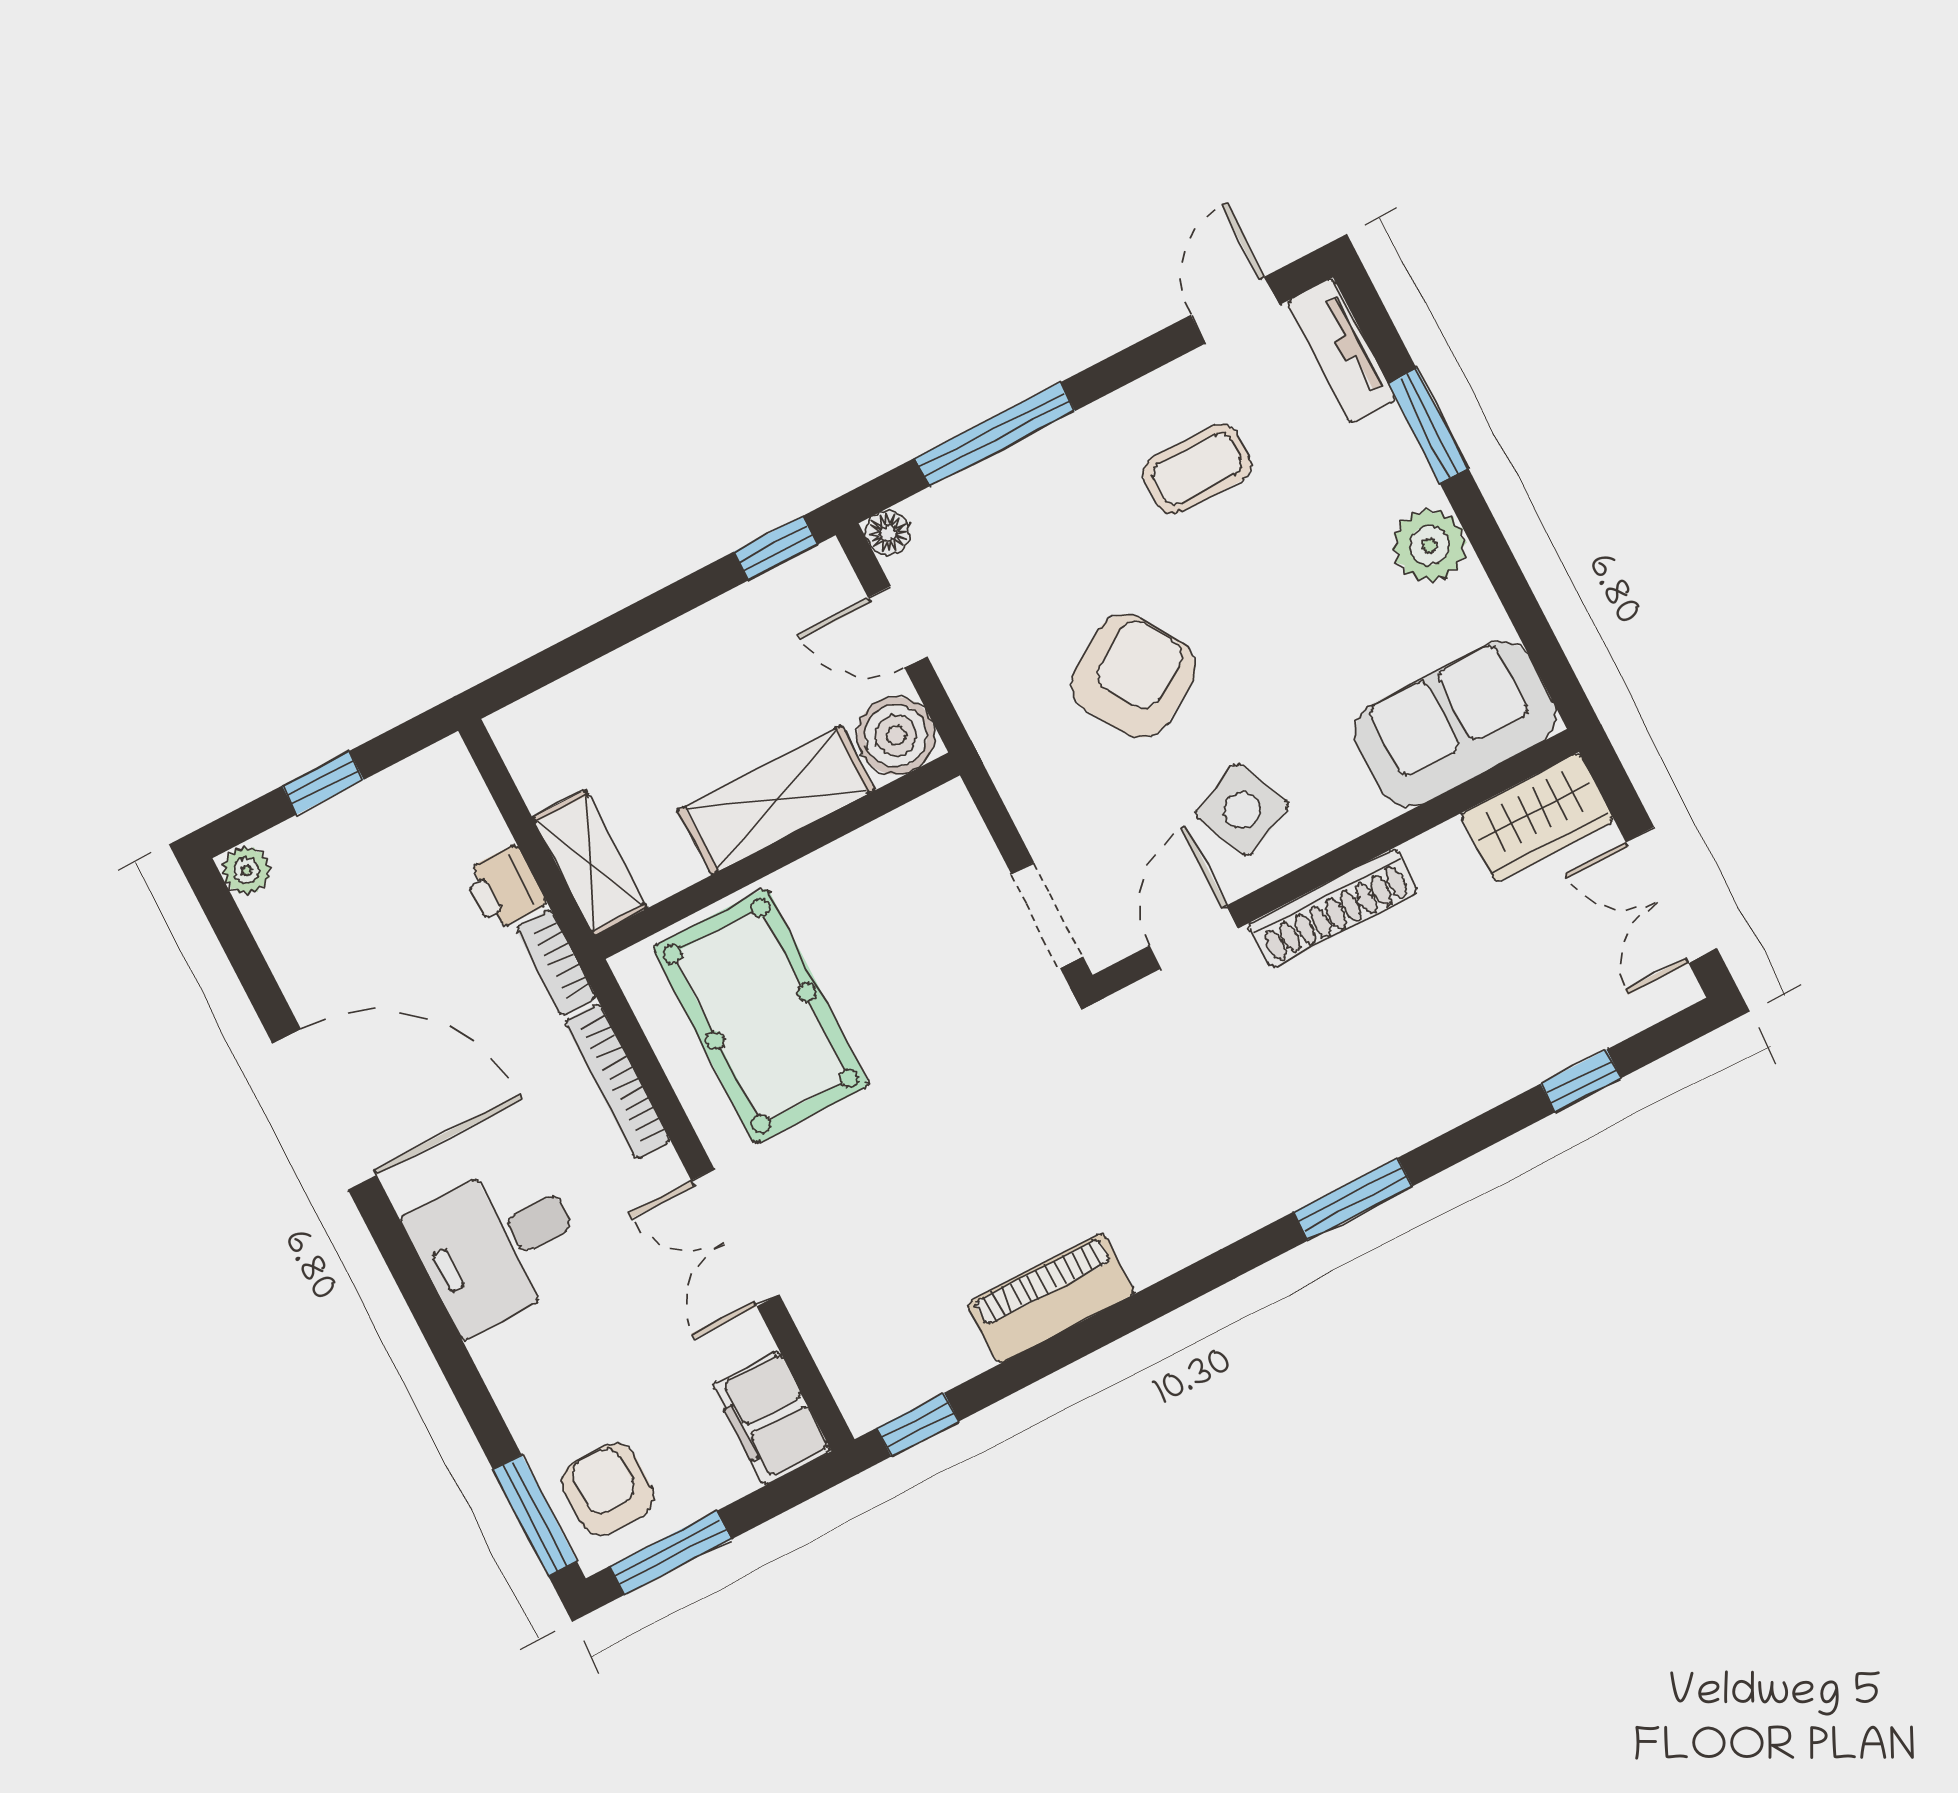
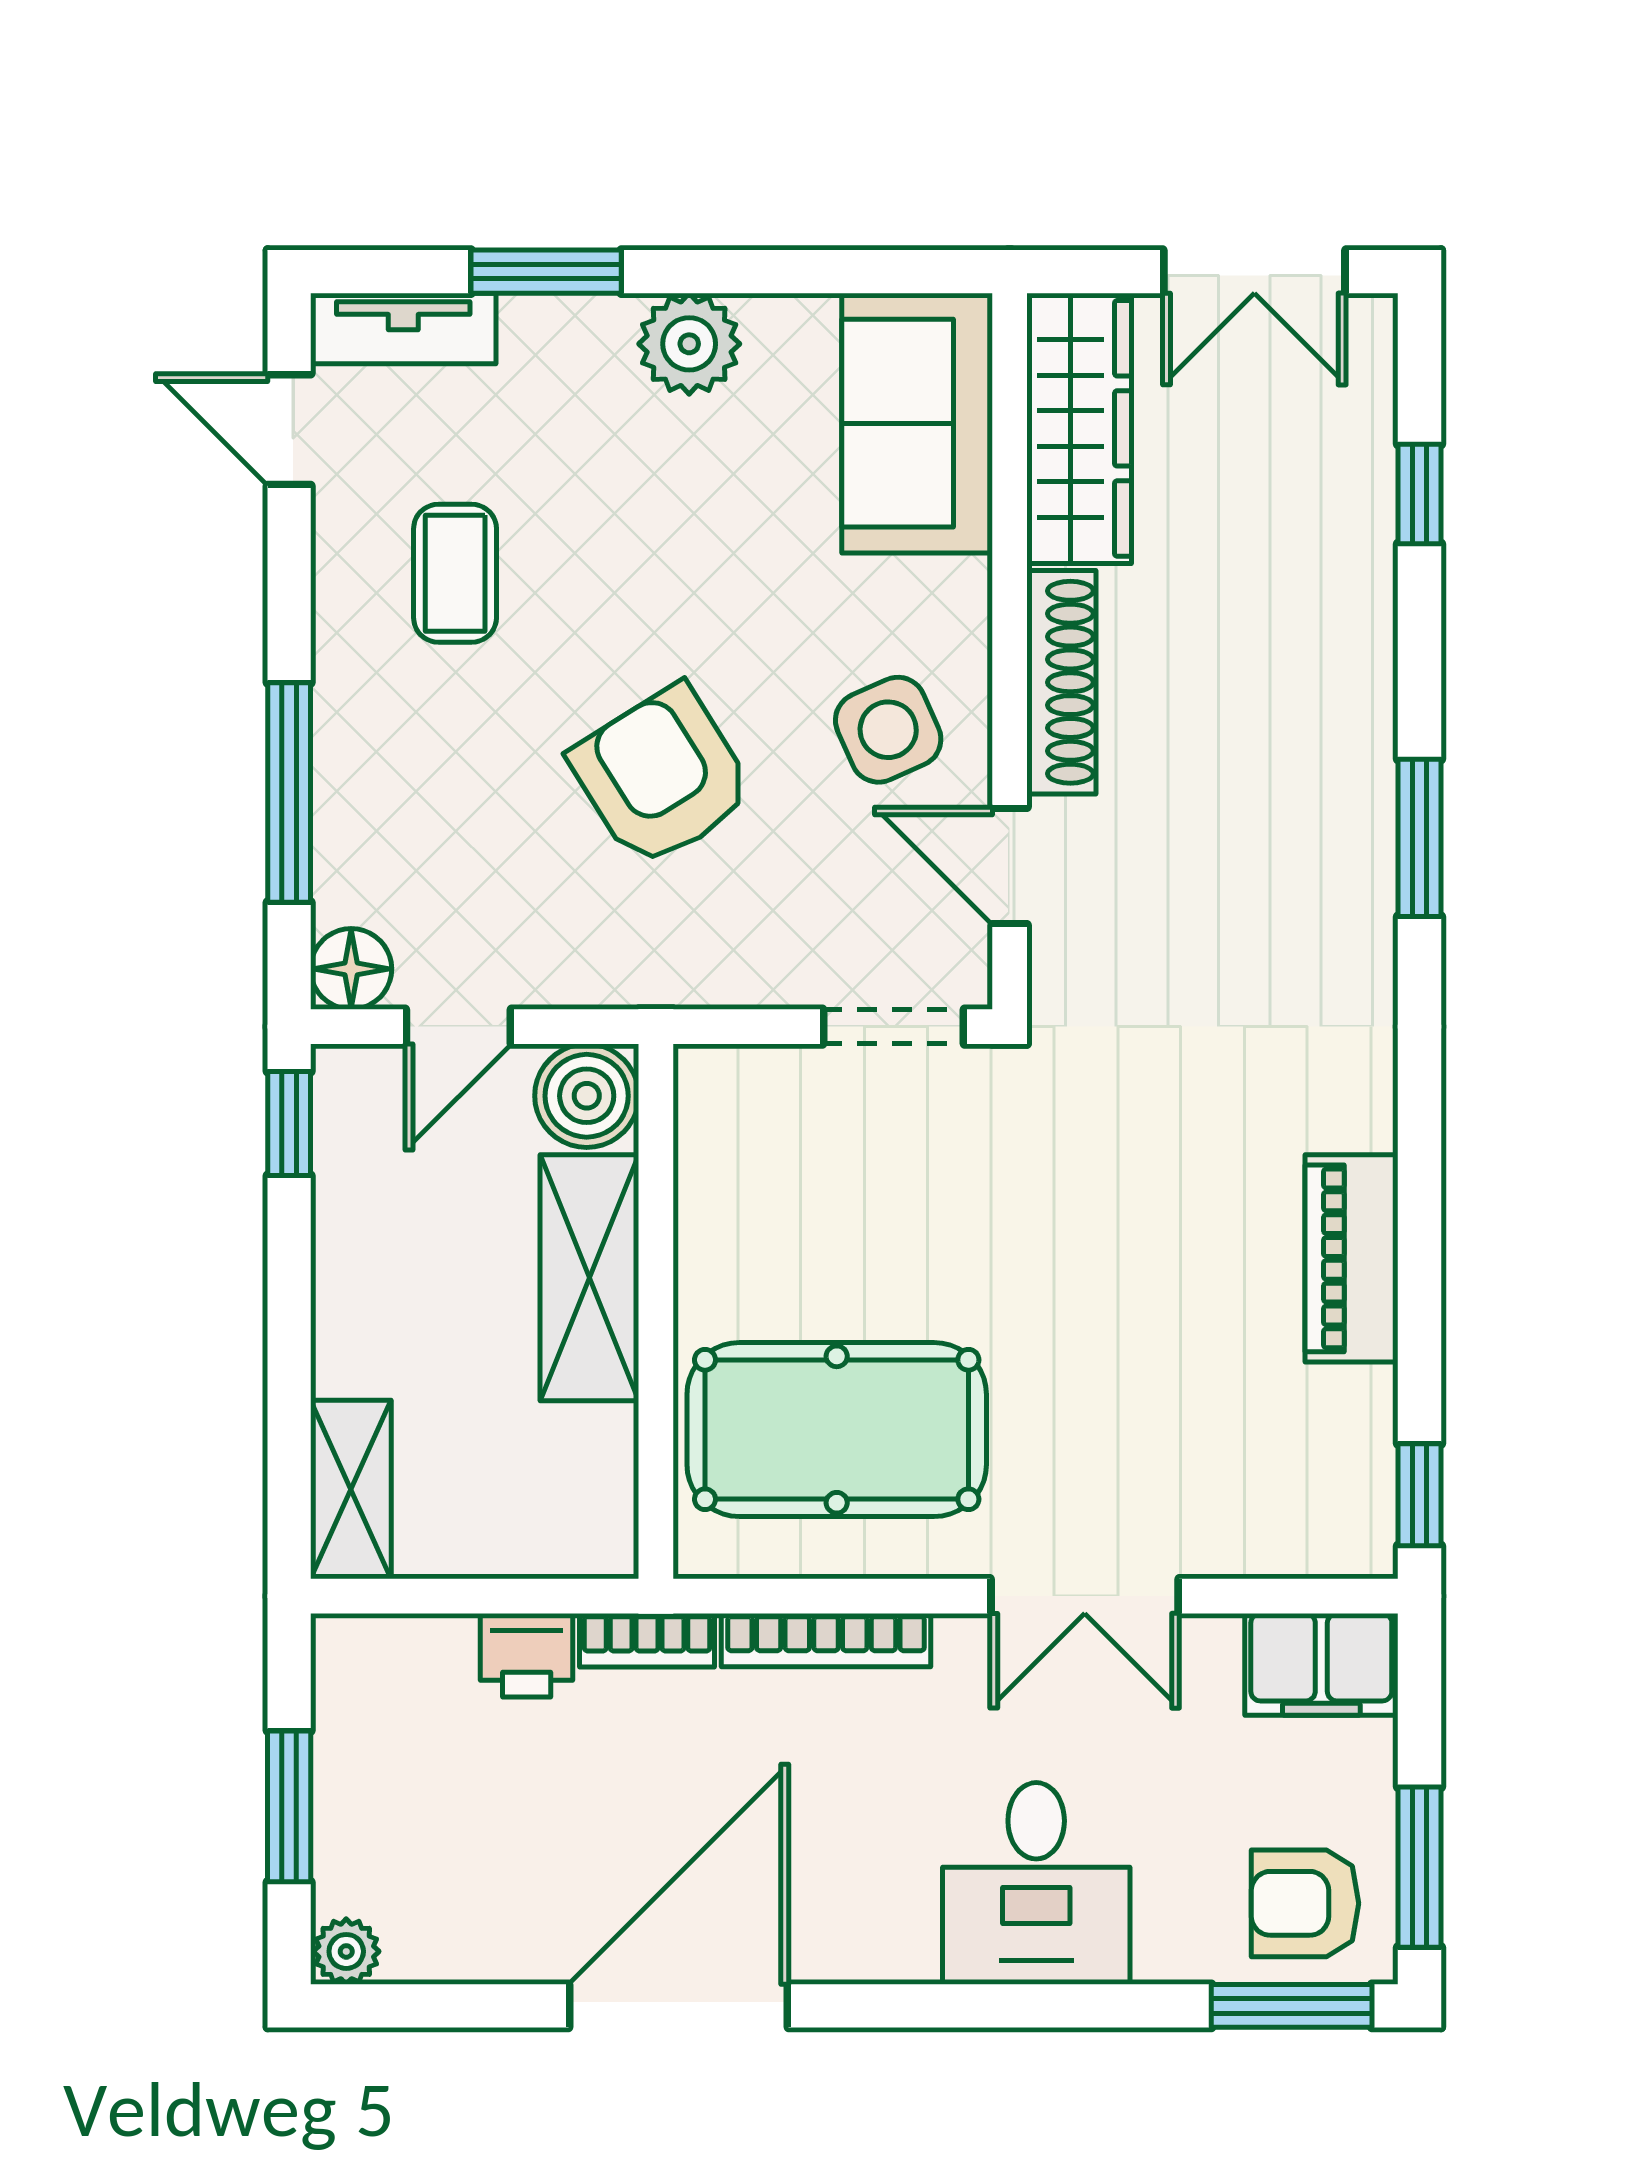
floor lamp: (888, 533) -> (351, 969), width x1.37, depth x1.37
window: (323, 783) -> (289, 1806), width x1.50
wardrobe: (1537, 817) -> (1079, 428), width x1.50
shelving: (590, 863) -> (351, 1489), moved, turned 90
desk: (498, 1245) -> (1036, 1883), moved

